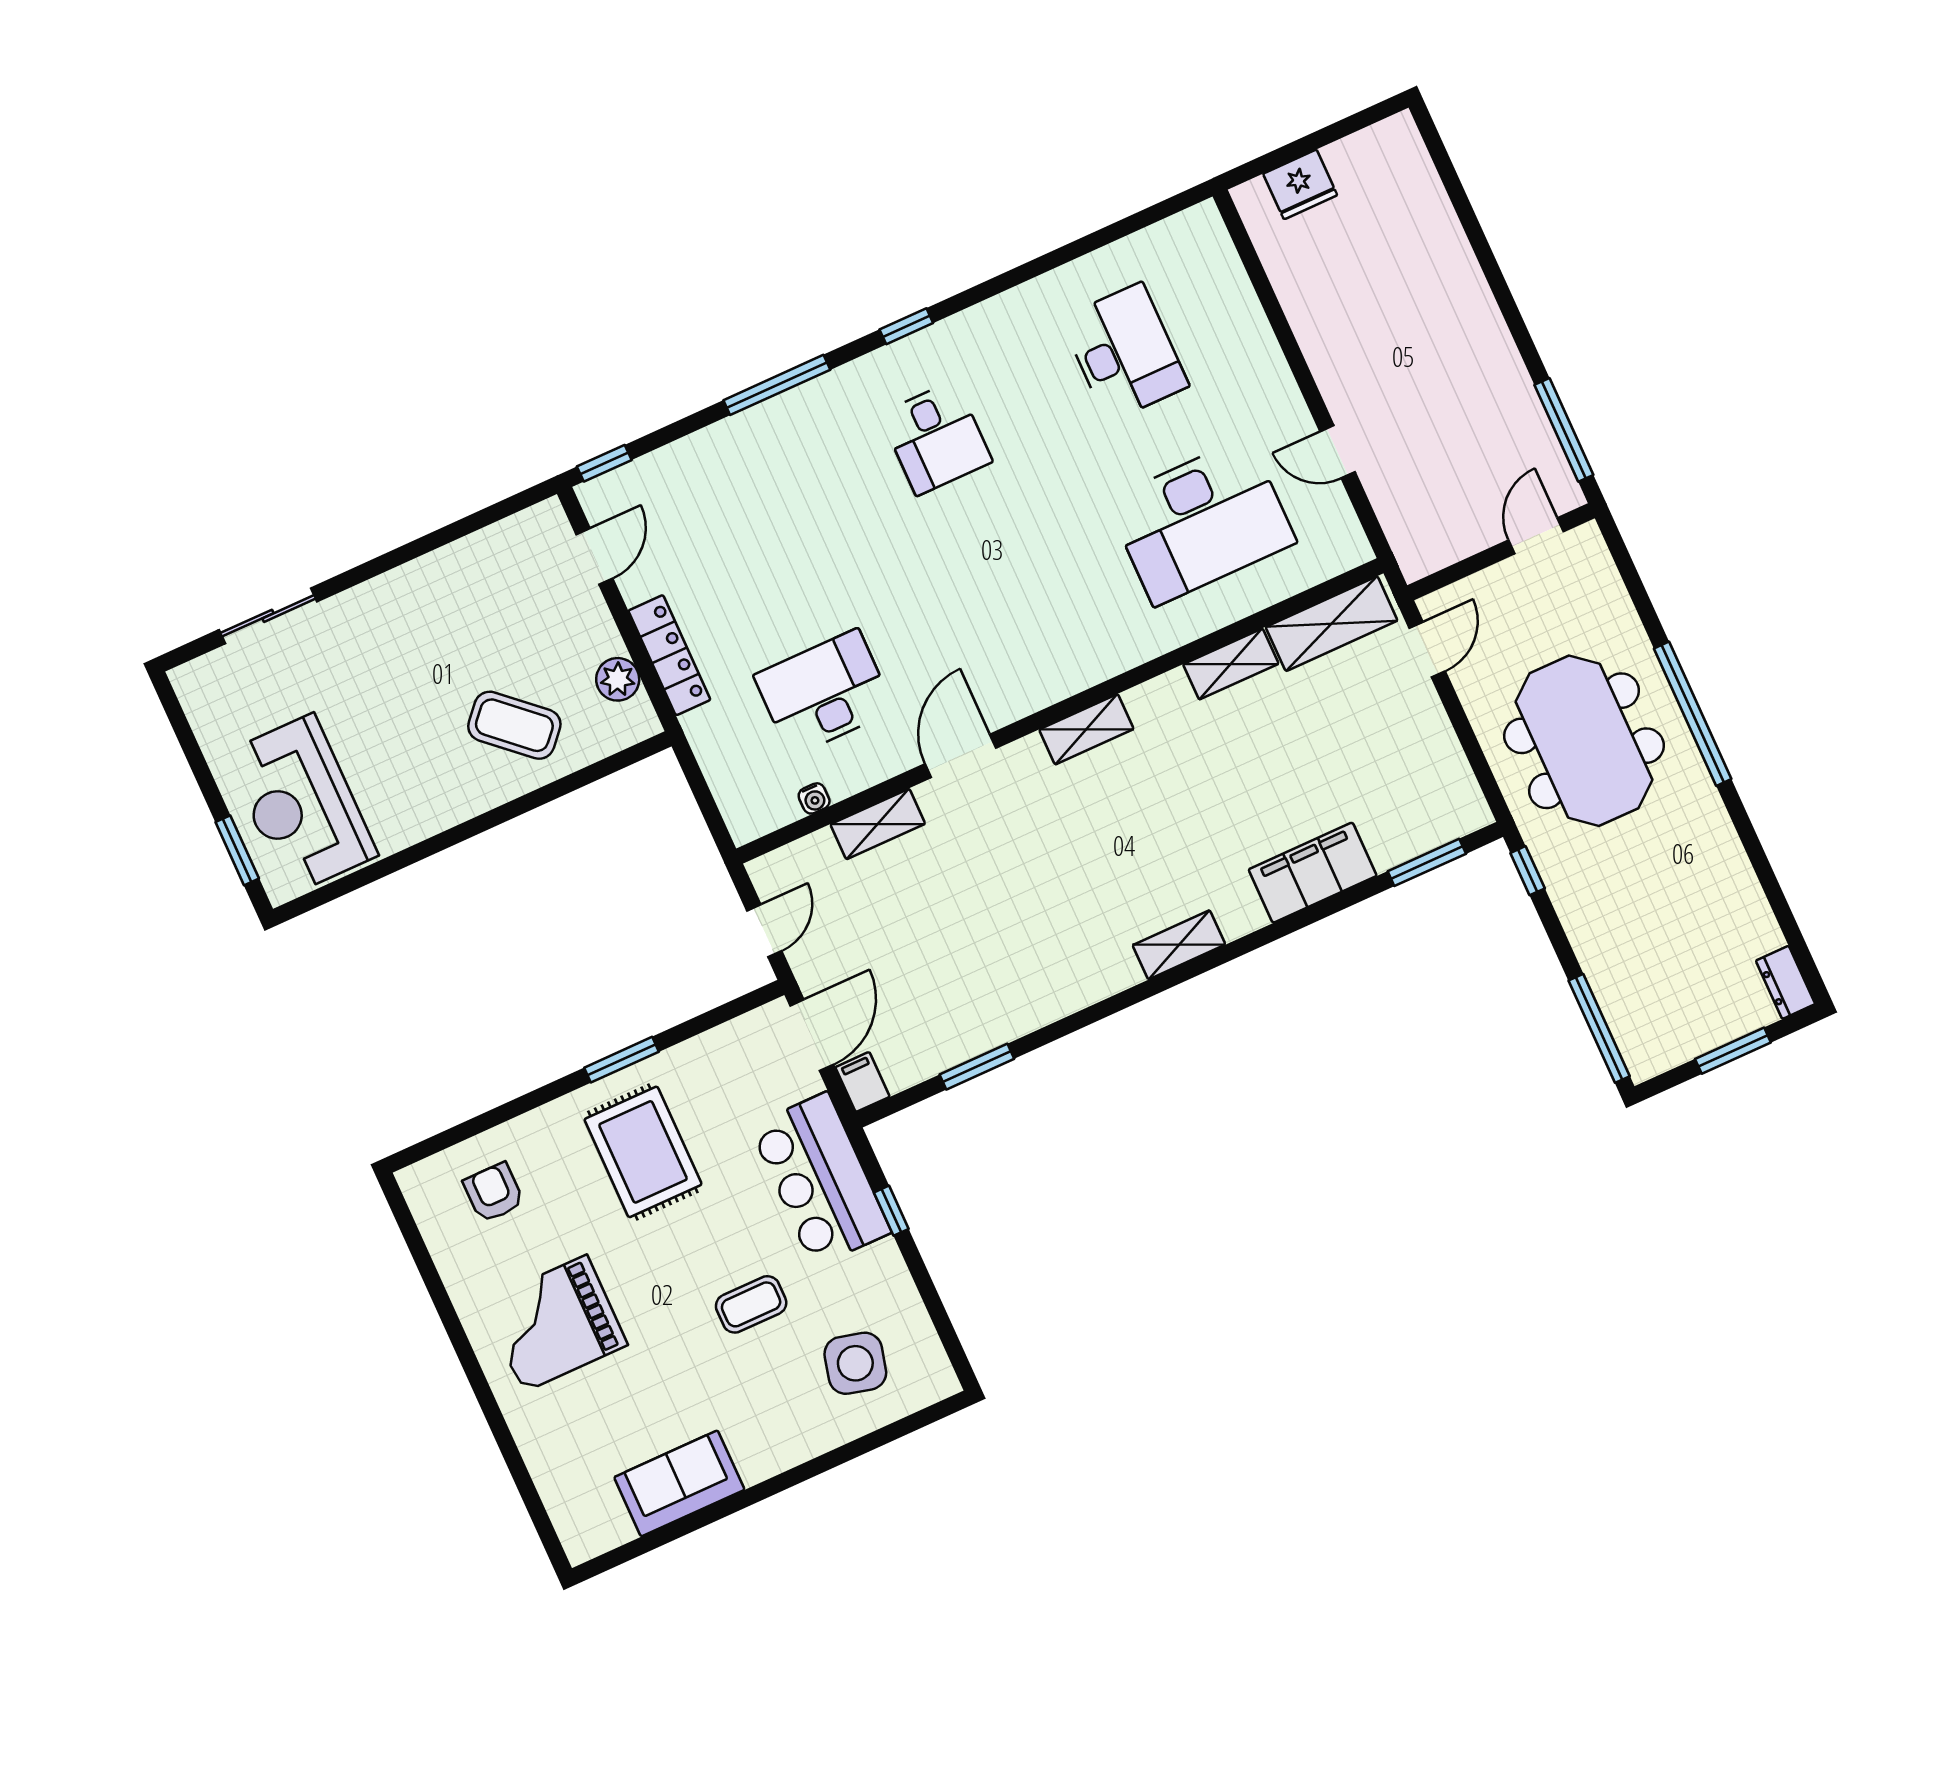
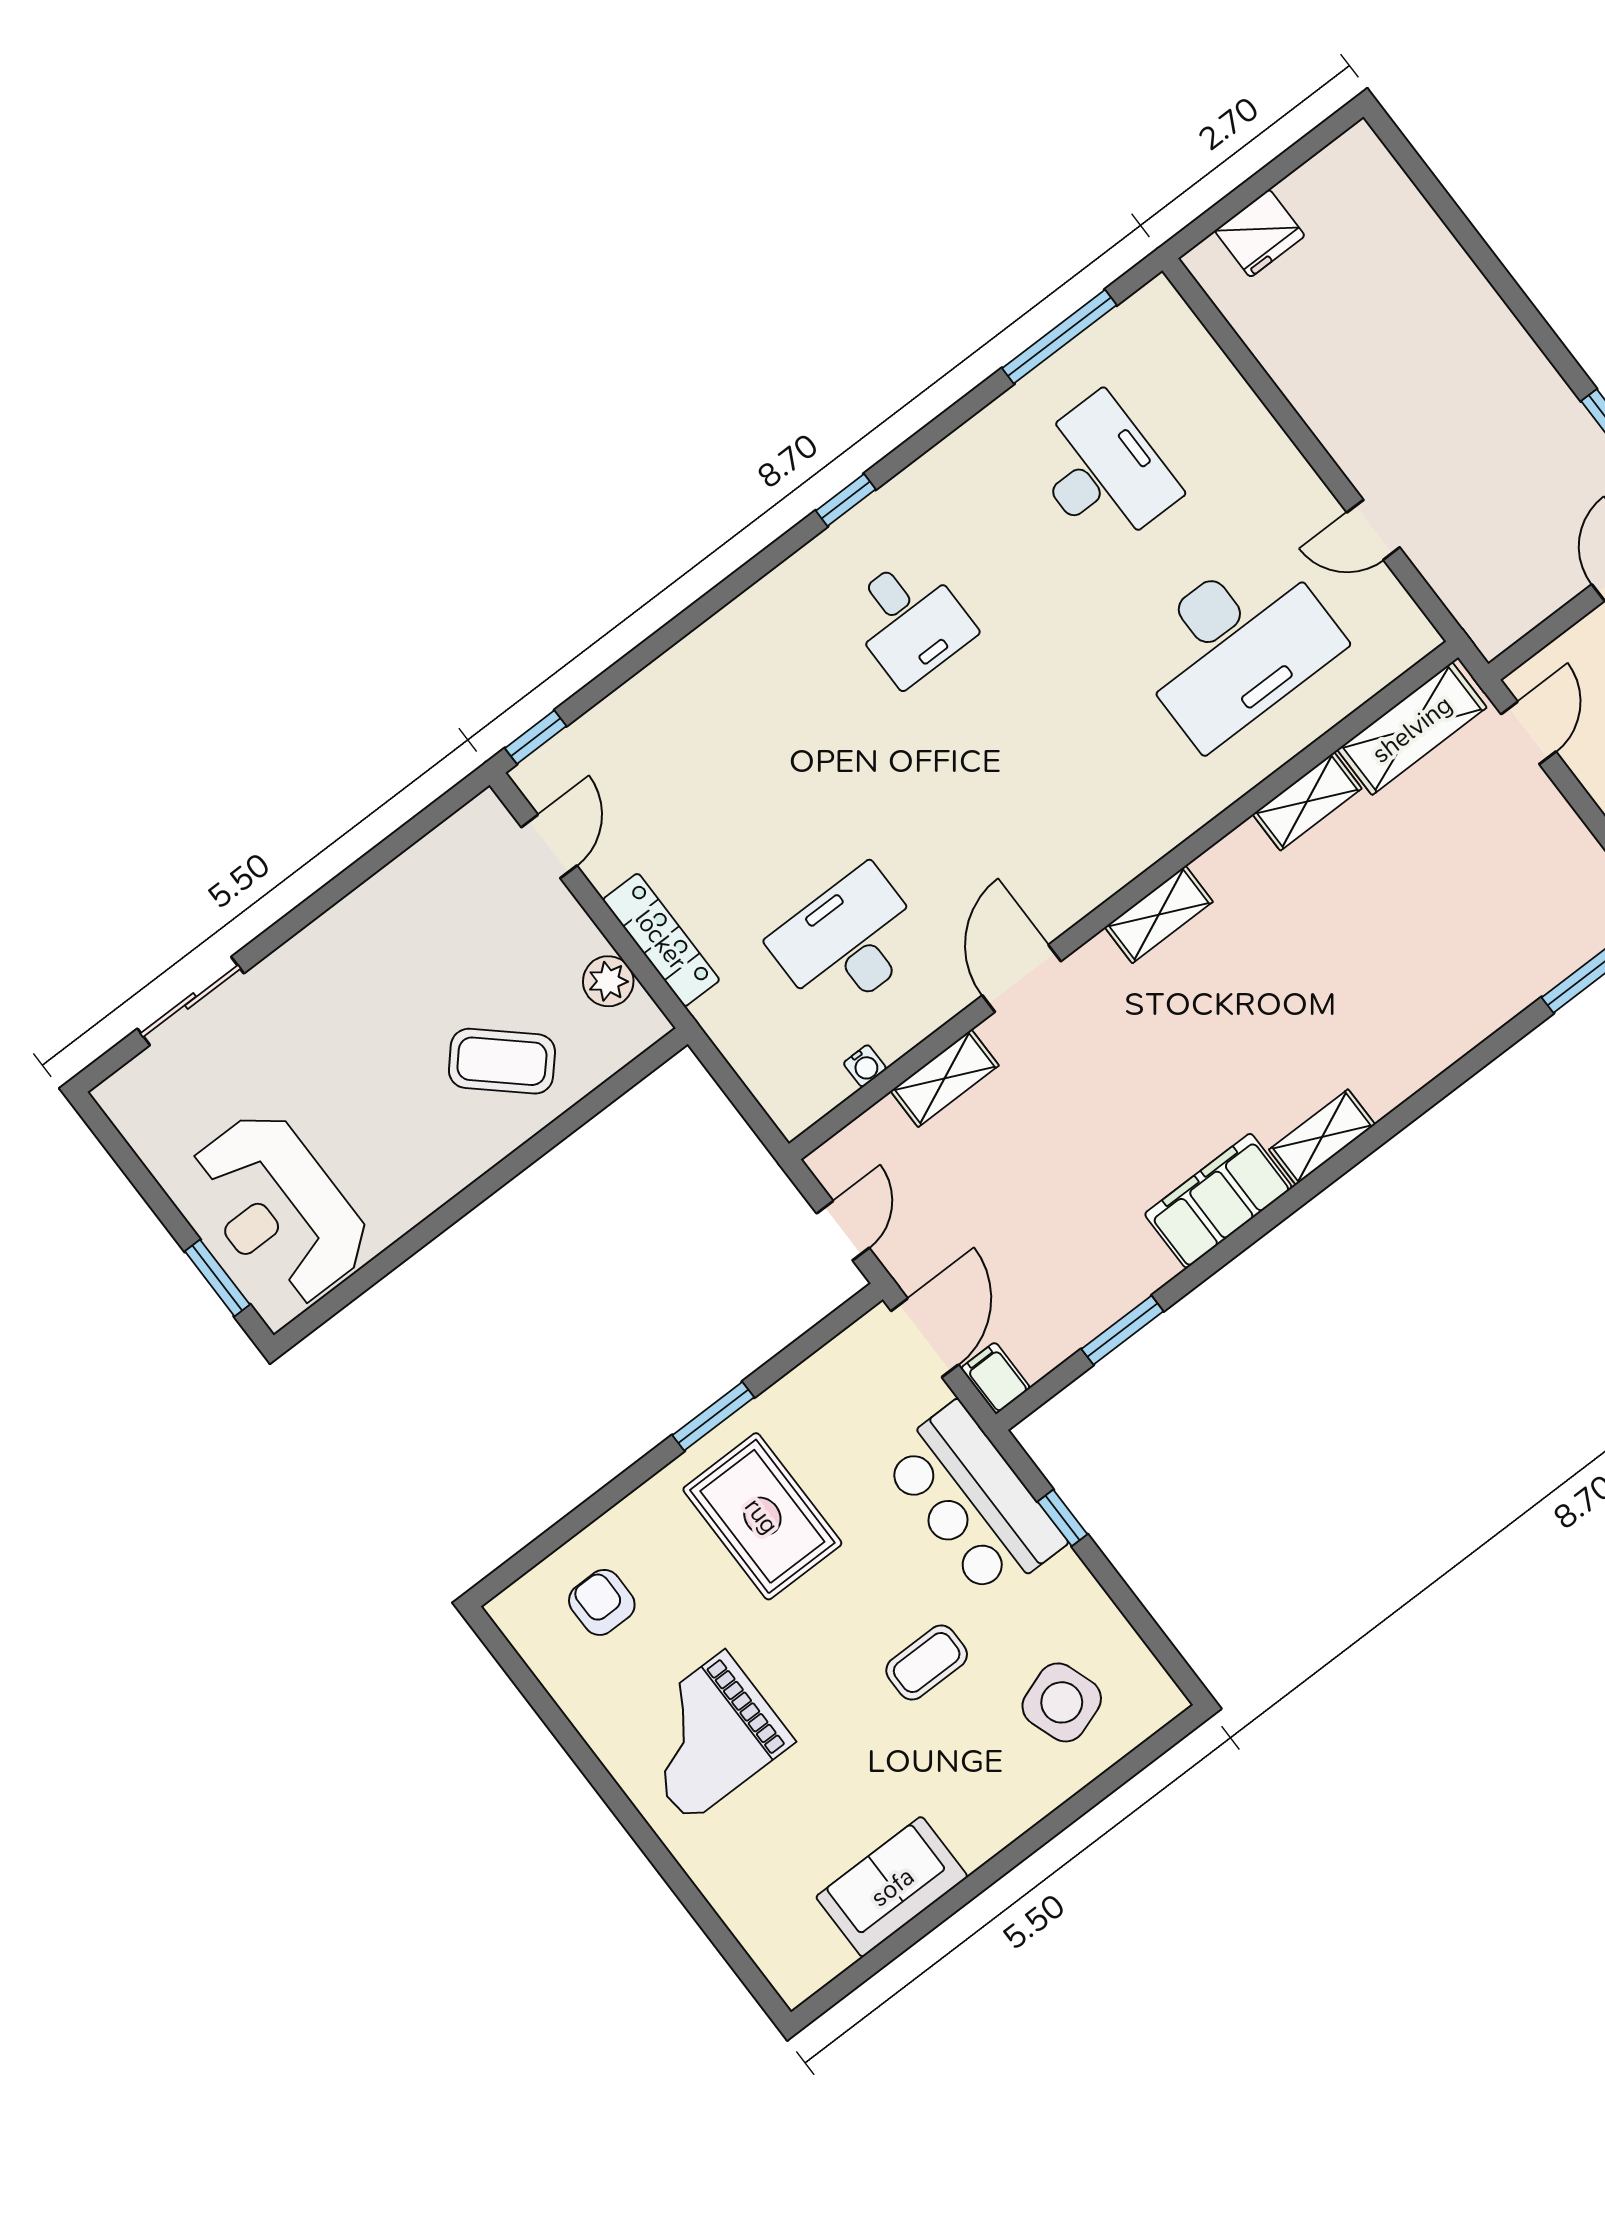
window: (777, 385) -> (1059, 337), moved
filing cabinet: (1313, 873) -> (1218, 1201), moved
side table: (855, 1363) -> (1062, 1702), turned -33

